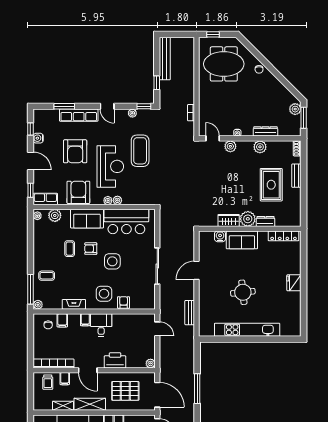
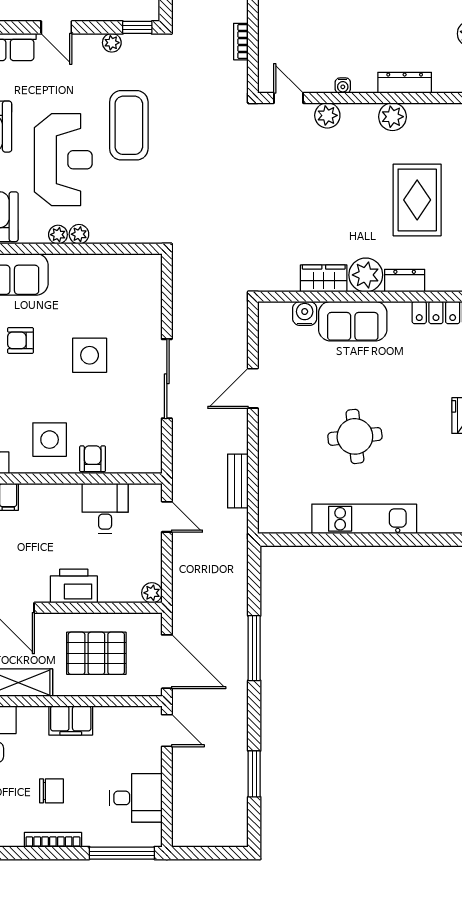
bar counter: (126, 221) -> (99, 281), removed
side table: (112, 261) -> (90, 355), moved
desk: (101, 325) -> (105, 508), moved
kitchen unit: (247, 330) -> (364, 519), width x0.73

